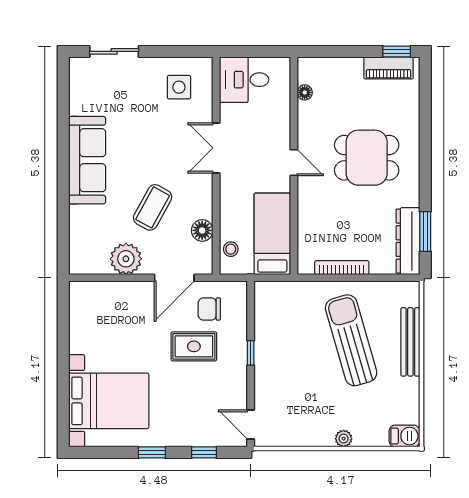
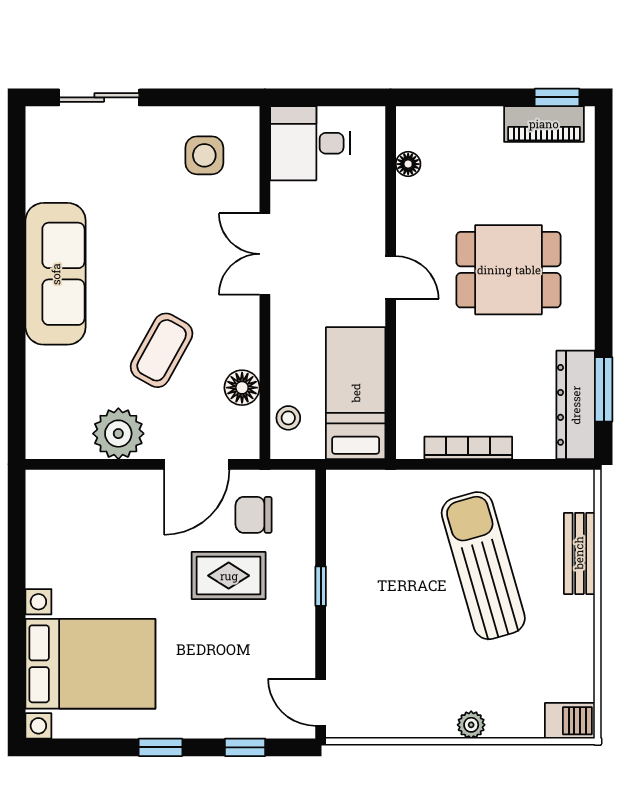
bench: (410, 342) -> (579, 553), width x0.73

